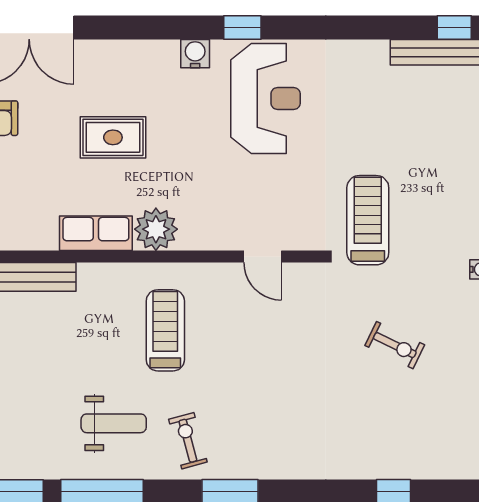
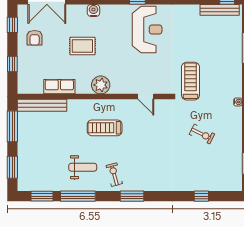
water cooler: (195, 54) -> (93, 10), moved
row of seats: (96, 233) -> (59, 87), moved
treadmill: (165, 330) -> (105, 128), turned -90

